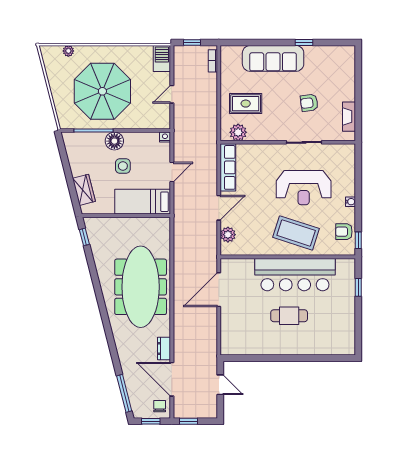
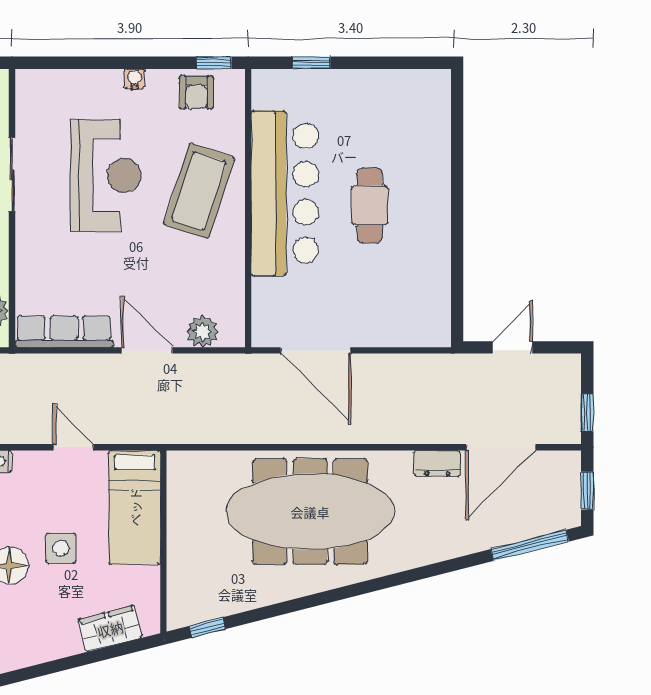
chair: (160, 406) -> (556, 472), removed

